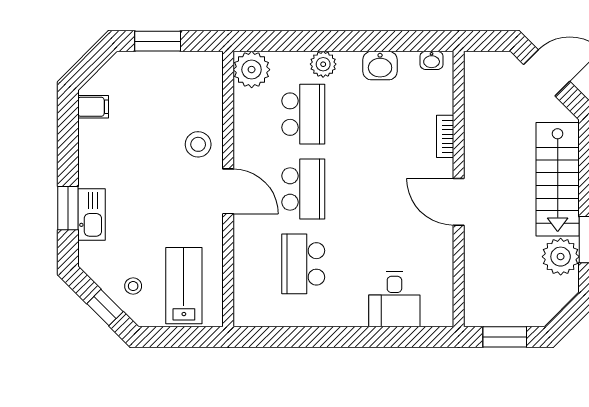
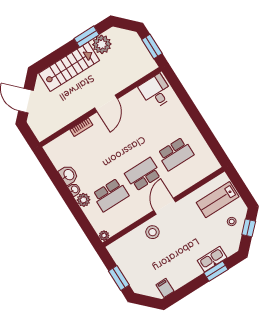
washbasin: (432, 60) -> (75, 189), moved
plant: (252, 70) -> (104, 236), width x0.53, depth x0.53
school desk: (303, 114) -> (111, 195), turned 180
desk: (394, 299) -> (156, 92), moved, turned -90

